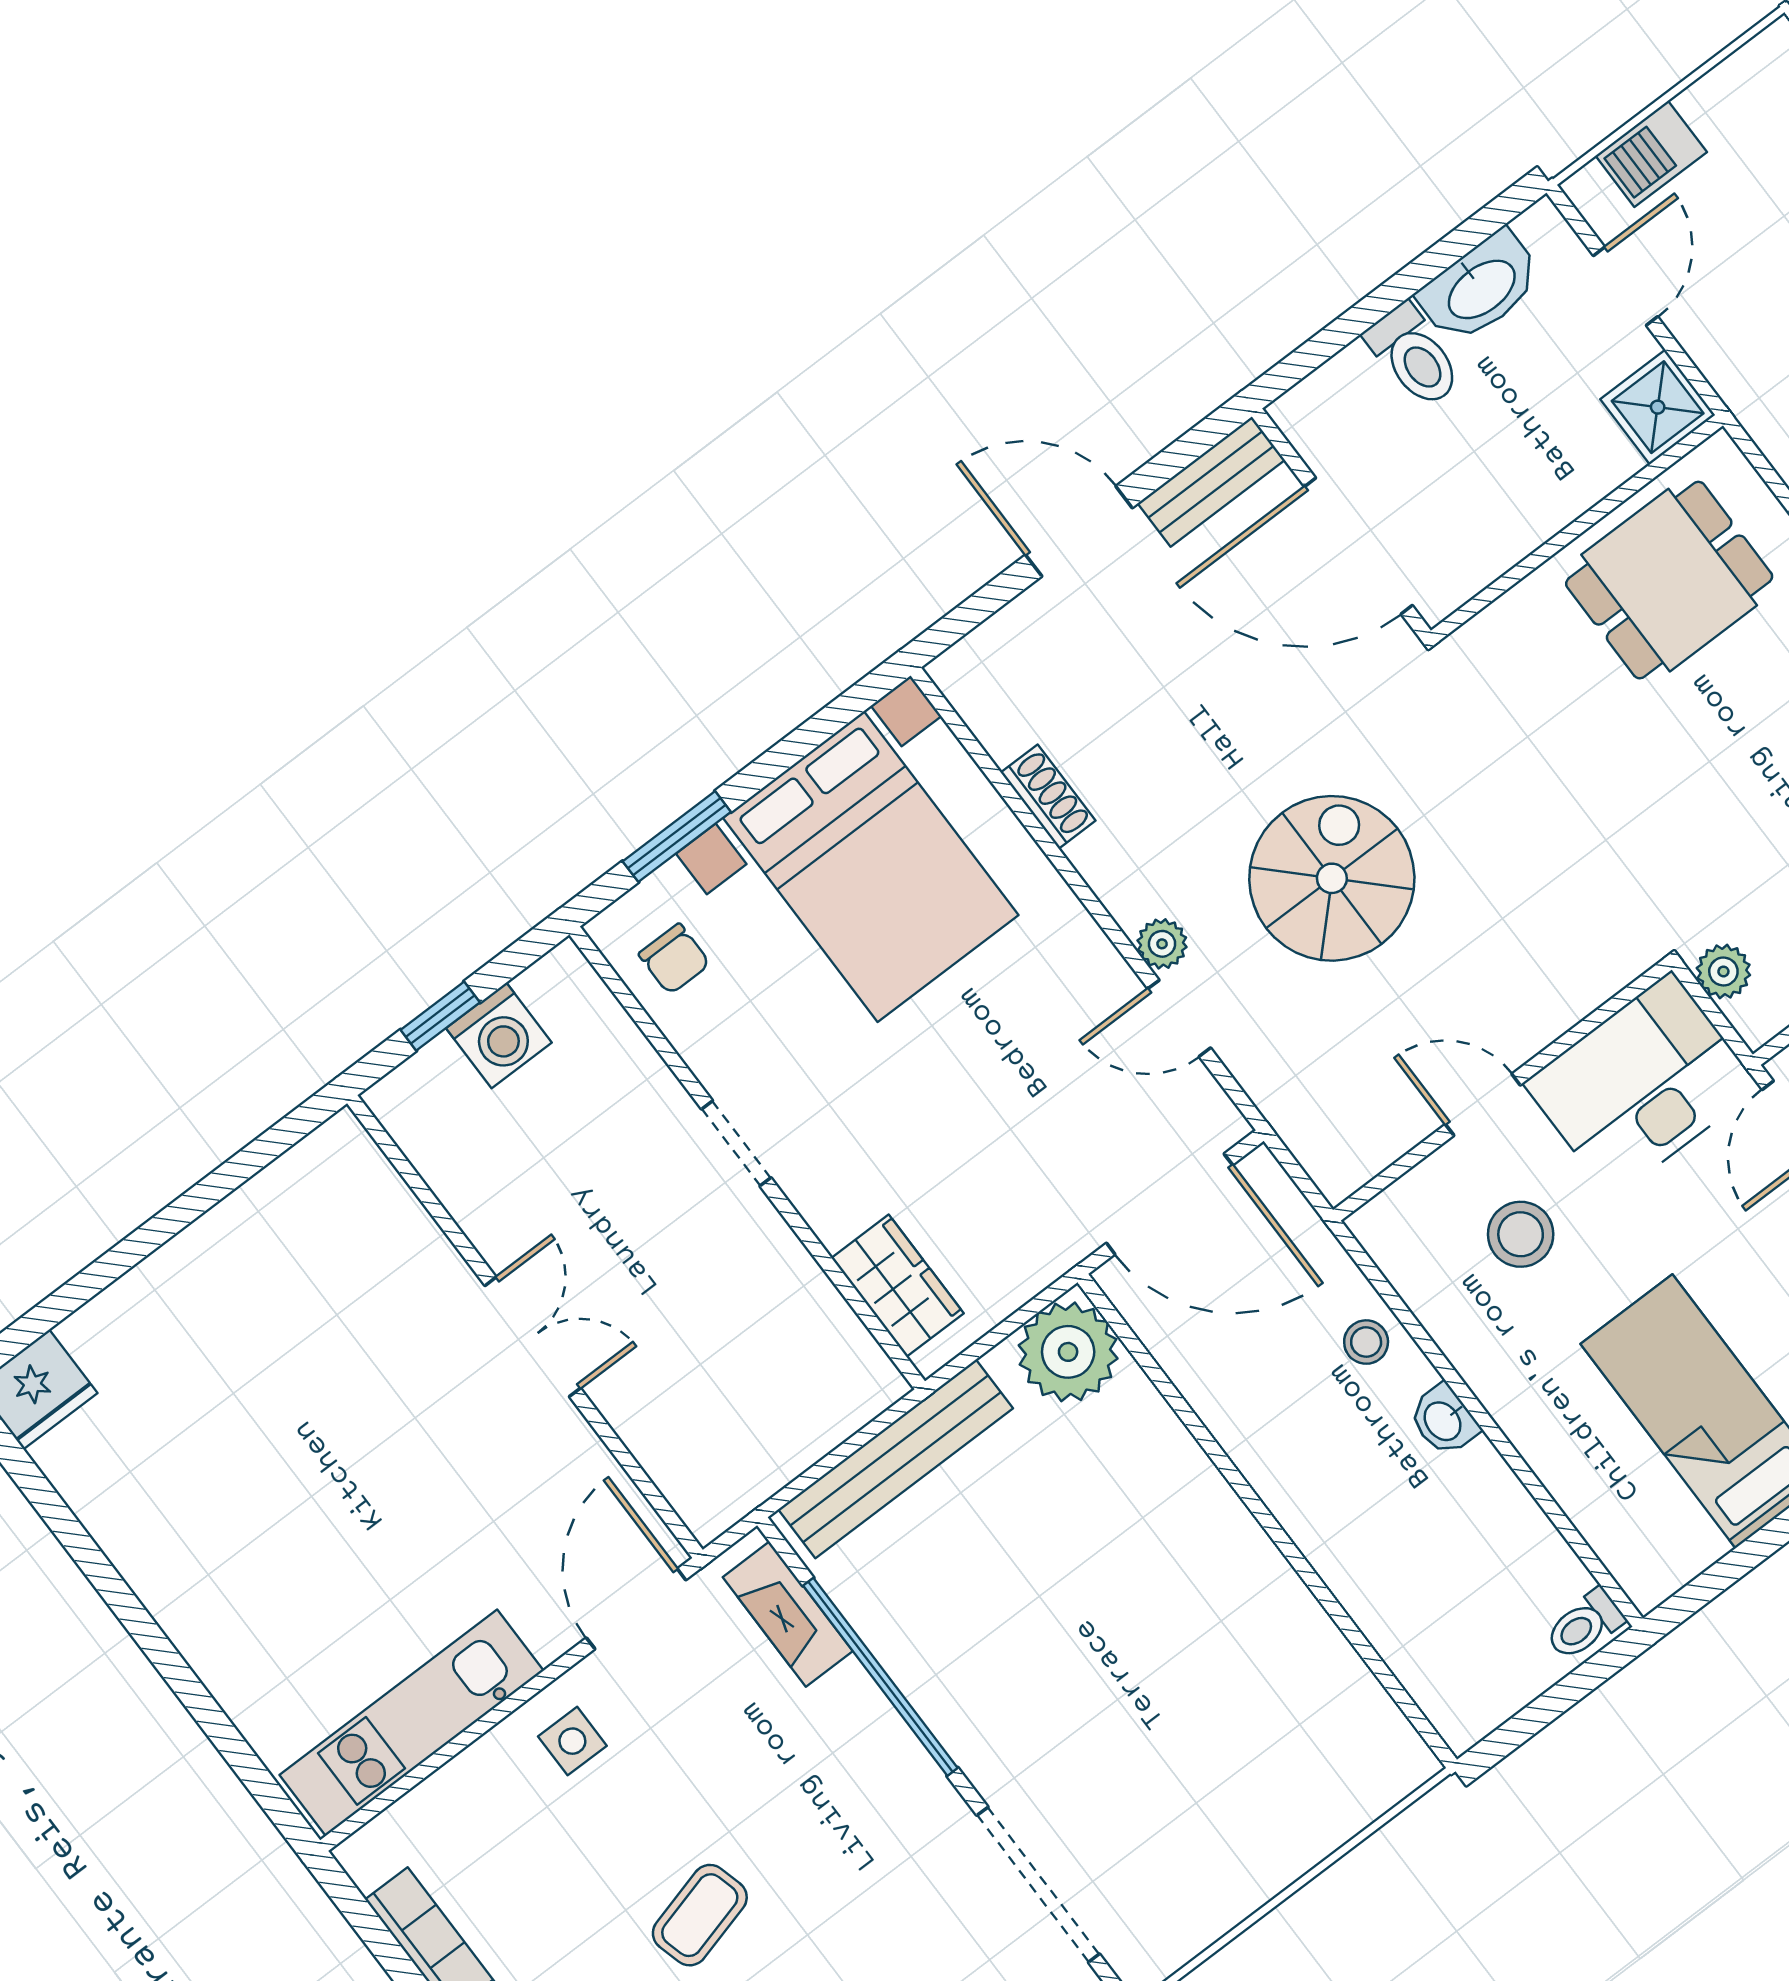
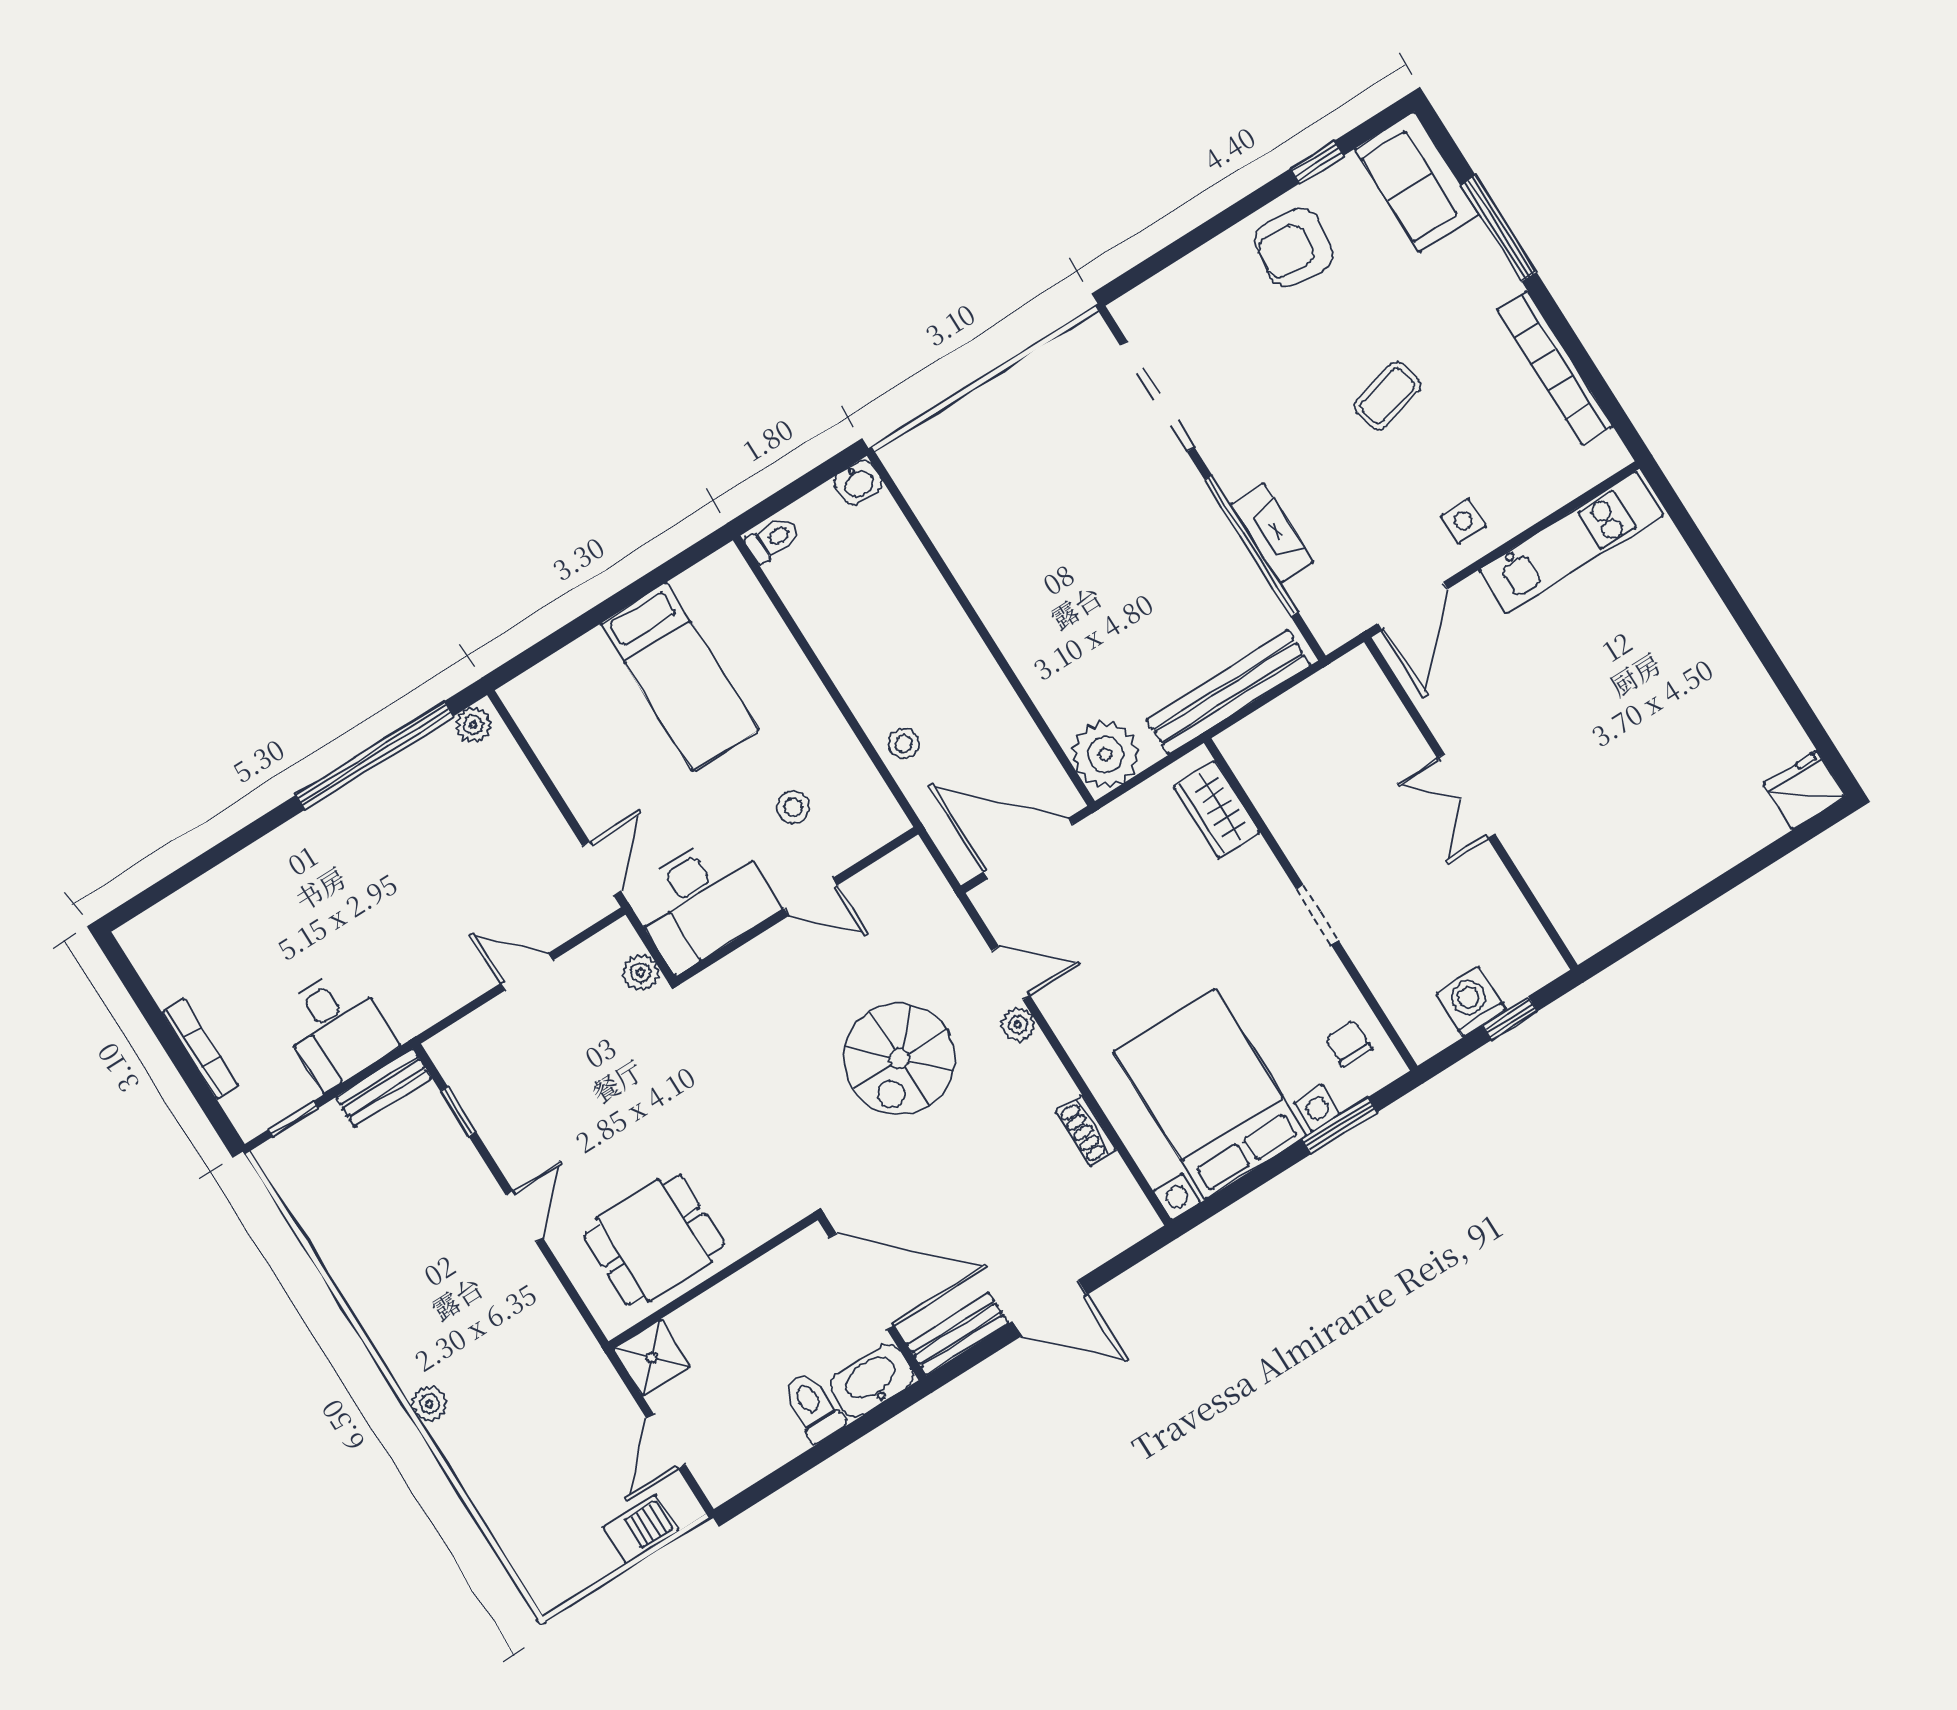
washbasin: (1480, 288) -> (872, 1381), moved
stool: (1521, 1234) -> (793, 807), width x0.73, depth x0.73
washbasin: (1444, 1420) -> (858, 482), moved, turned 90
fireplace: (788, 1614) -> (1272, 533), moved

